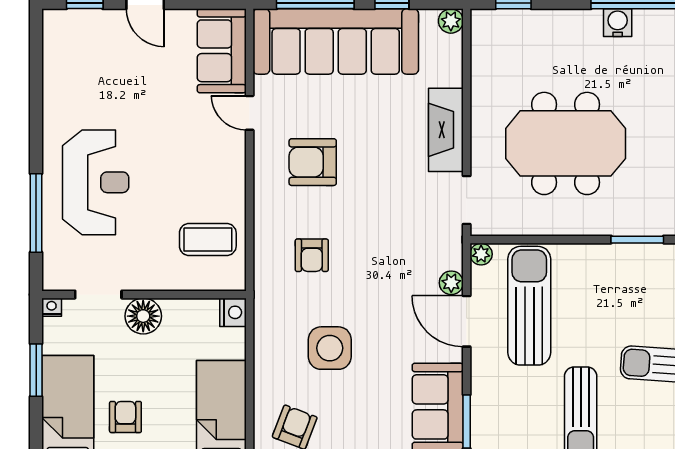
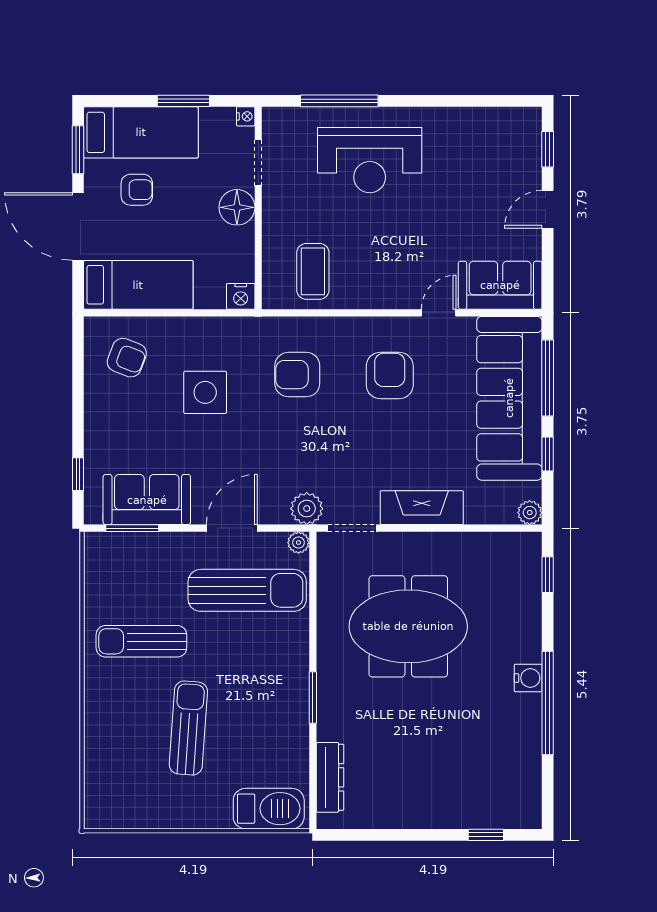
meeting table: (566, 143) -> (408, 626), turned 90
armchair: (312, 255) -> (297, 375), width x1.38, depth x1.38
plant: (451, 283) -> (307, 509), moved, width x1.38, depth x1.38

